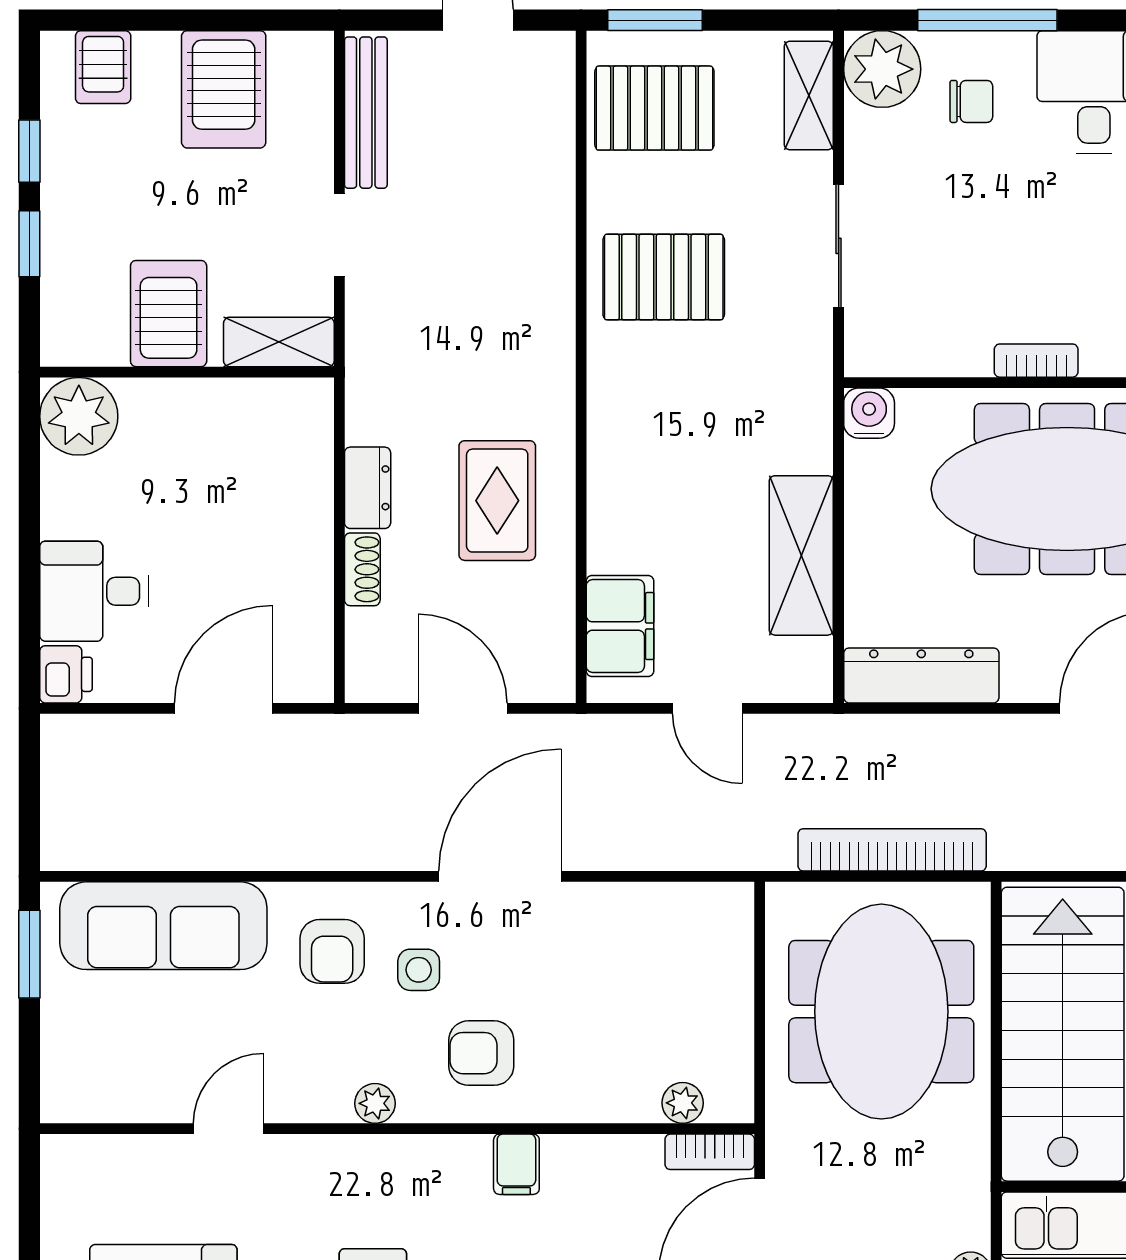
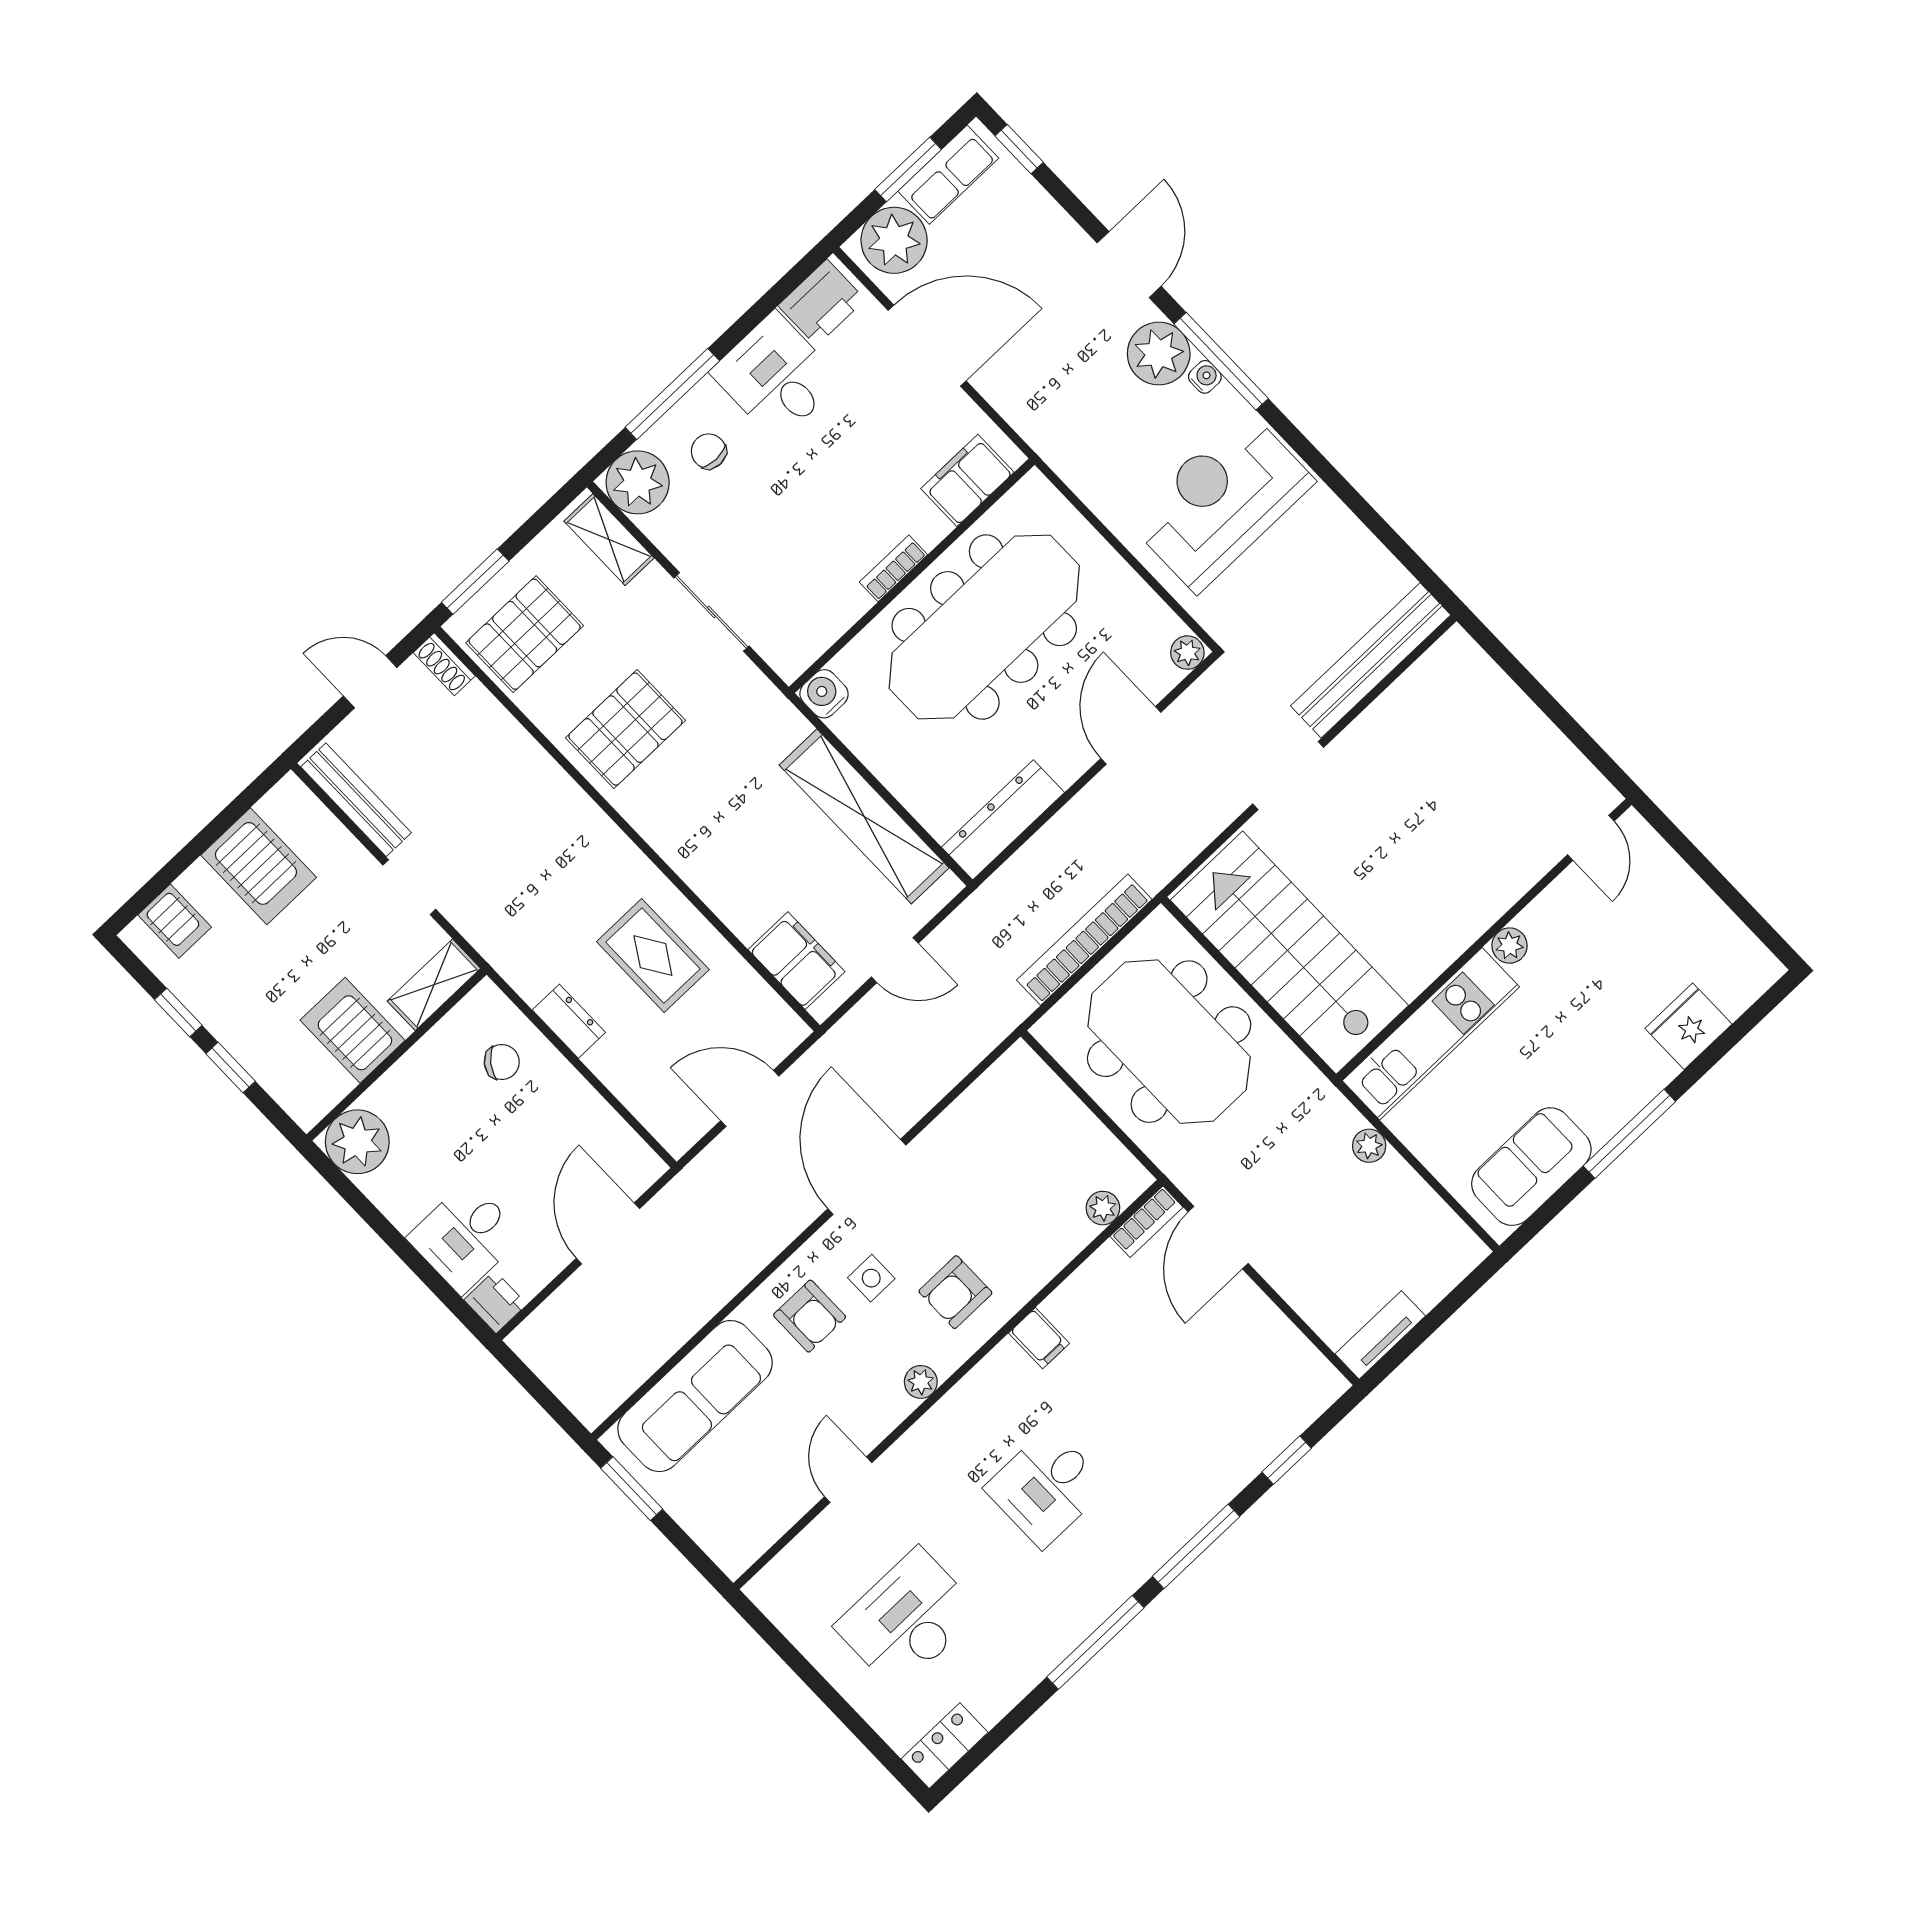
chair: (971, 101) -> (709, 451), turned -90
chair: (274, 467) -> (502, 1062), added
shelving: (801, 555) -> (864, 816), width x1.47
shoe rack: (362, 569) -> (444, 664), moved, turned 180

